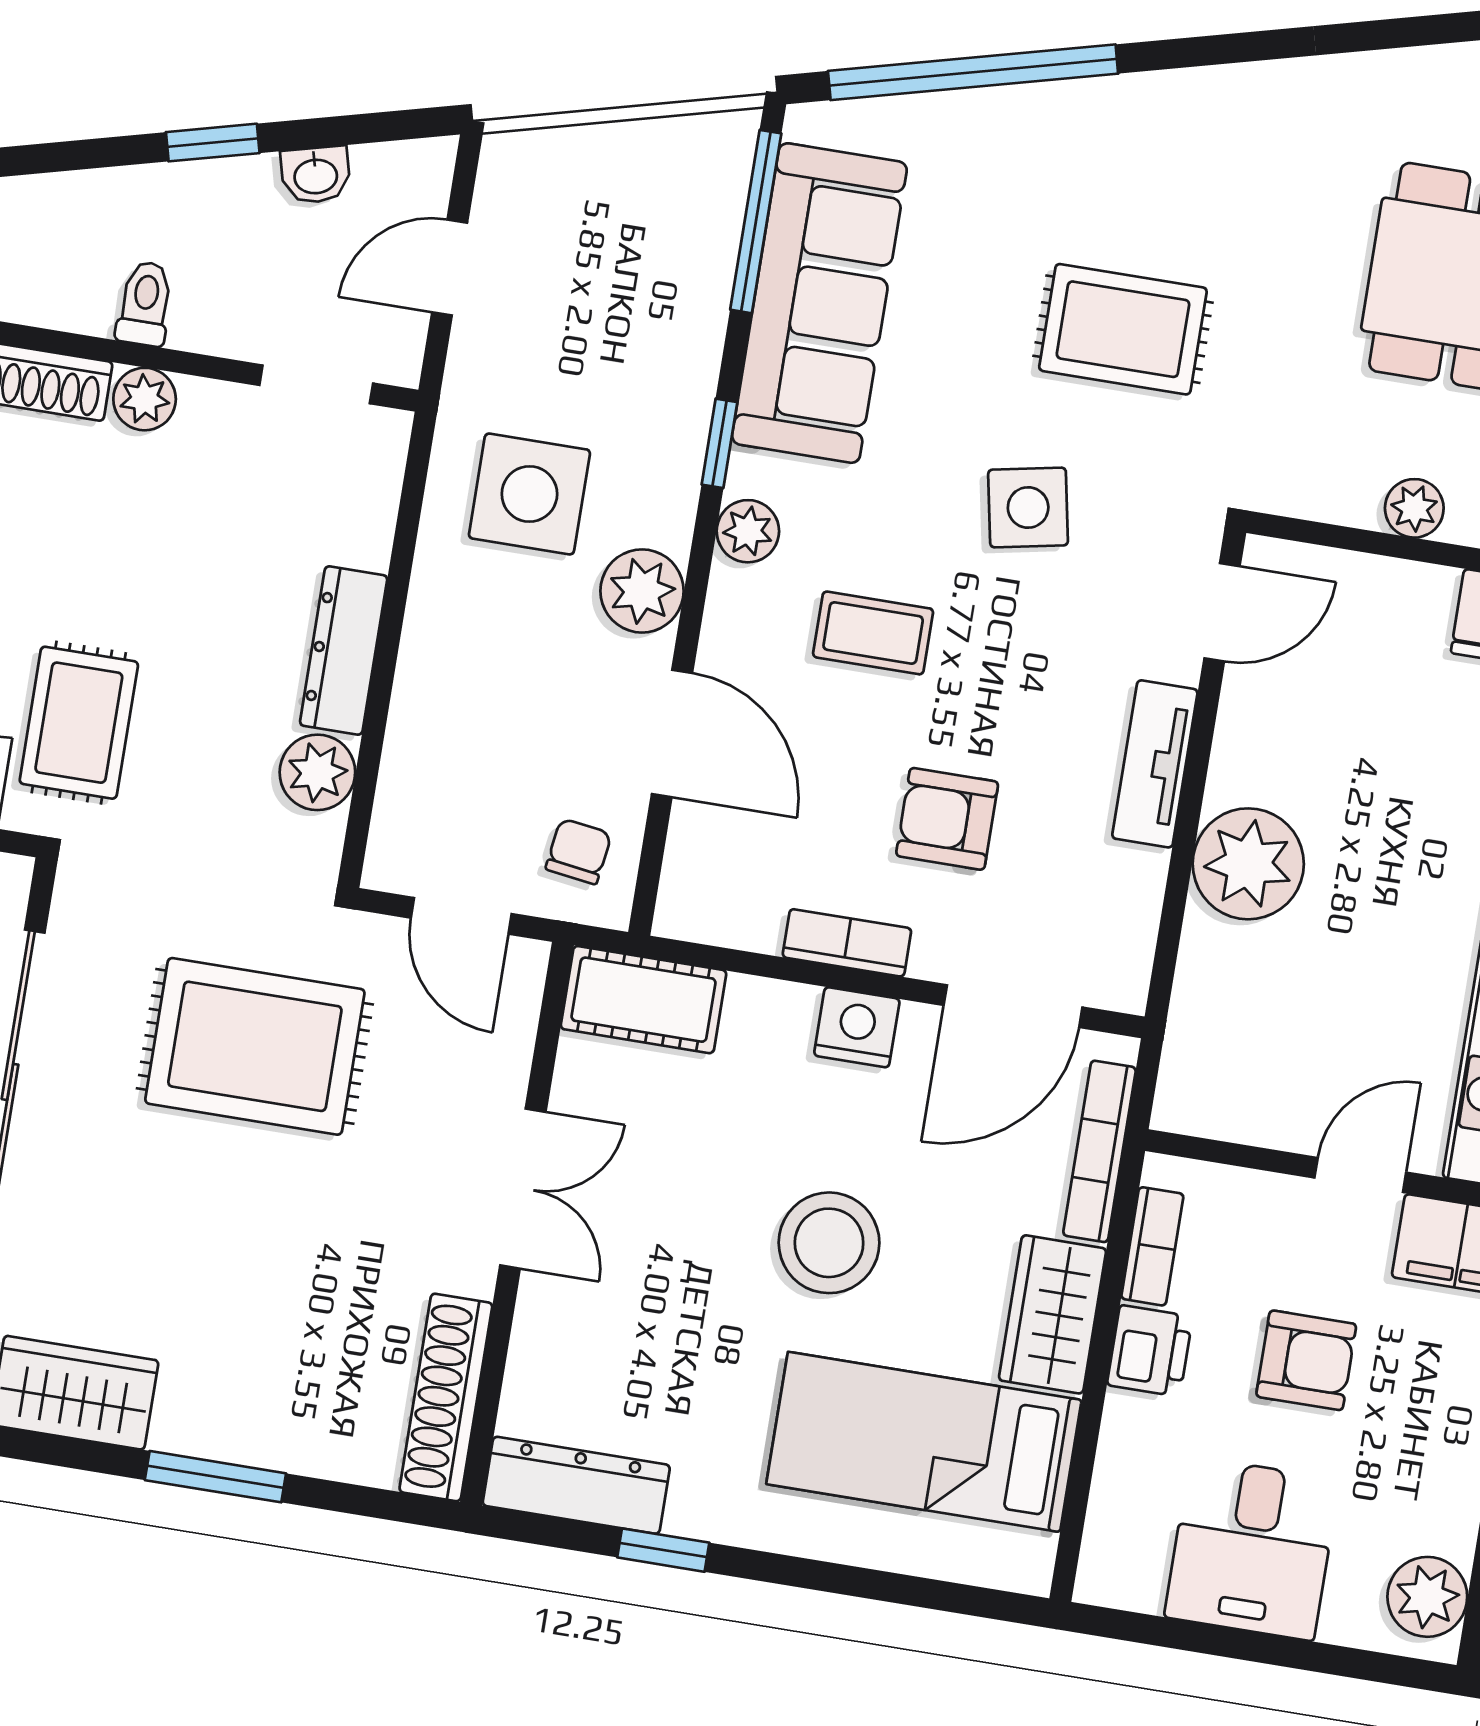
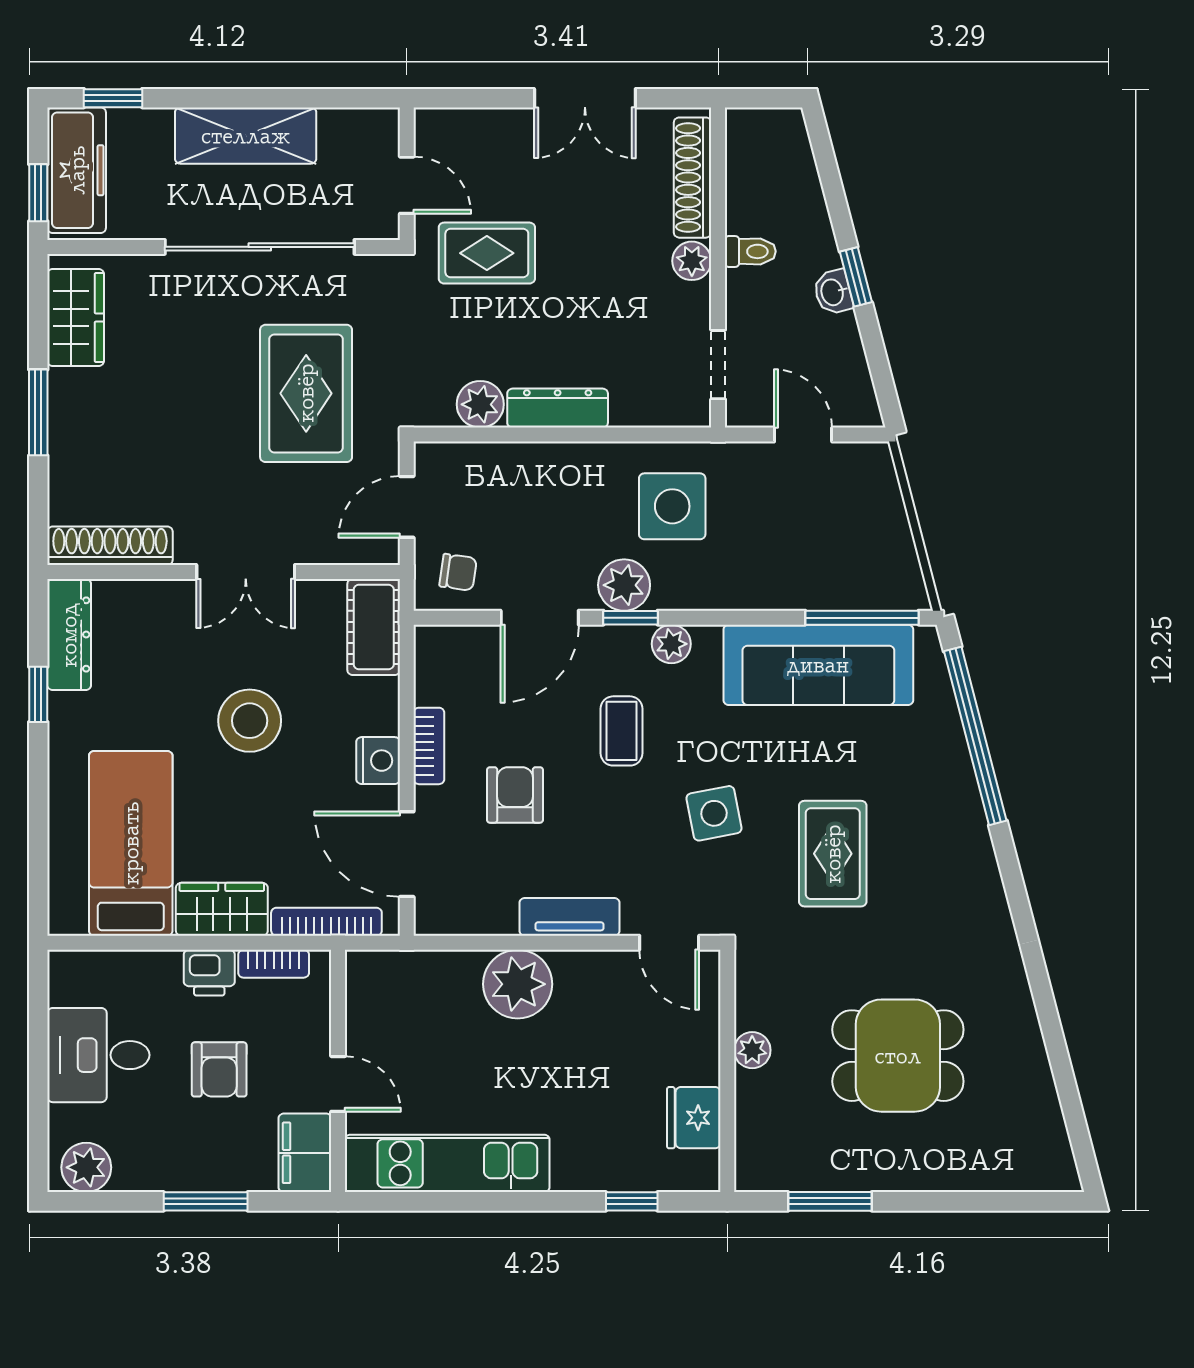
washbasin: (316, 175) -> (833, 292), moved
window: (719, 443) -> (631, 618), moved
stool: (829, 1243) -> (250, 721), moved

